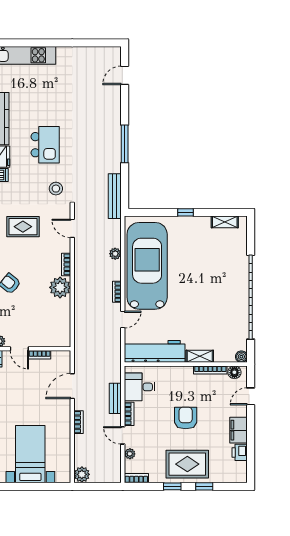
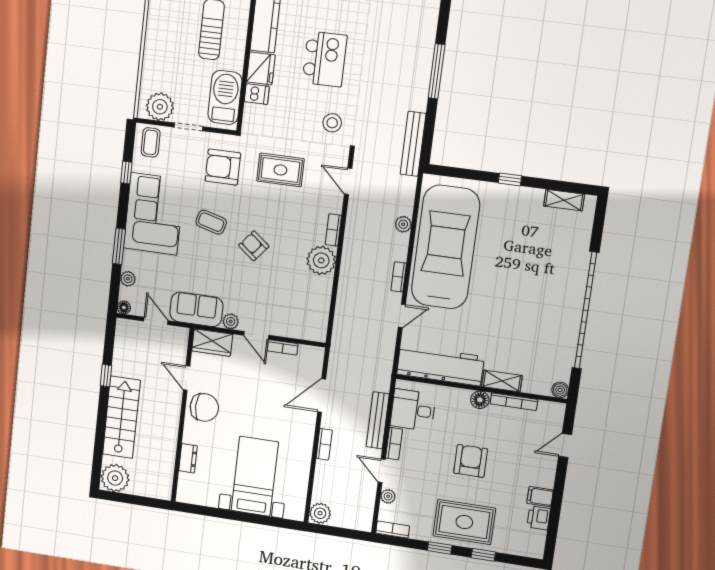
floor lamp: (234, 372) -> (480, 400), moved
bench: (115, 398) -> (378, 420), width x1.36
filing cabinet: (238, 430) -> (540, 497), width x0.50

